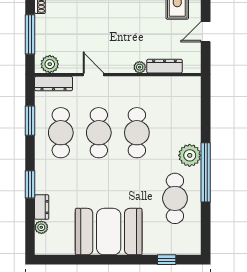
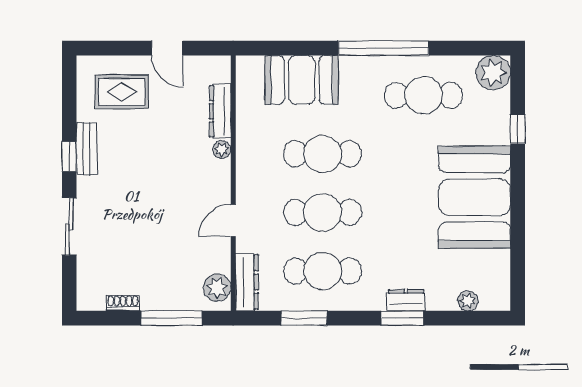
booth: (185, 119) -> (302, 80), added
plant: (190, 155) -> (493, 73), moved
dresser: (42, 207) -> (406, 300), moved
window: (167, 260) -> (518, 129), moved

